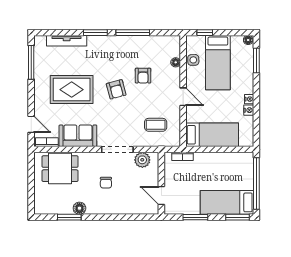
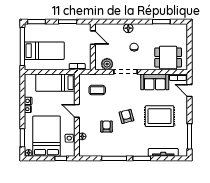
bed: (218, 63) -> (46, 136), width x1.50
bed: (227, 202) -> (44, 51), moved
floor lamp: (79, 208) -> (128, 28), moved

